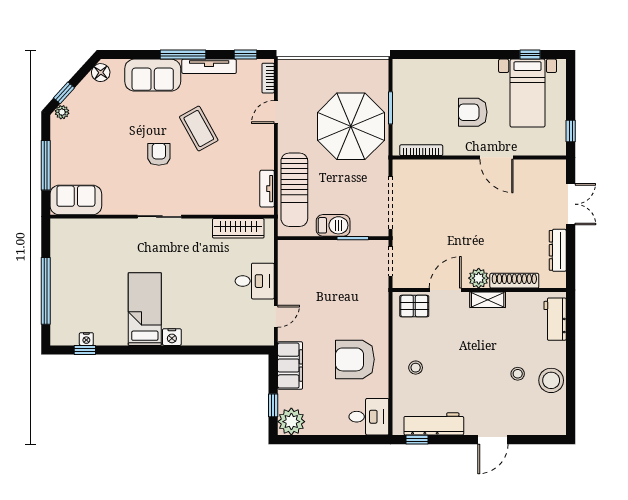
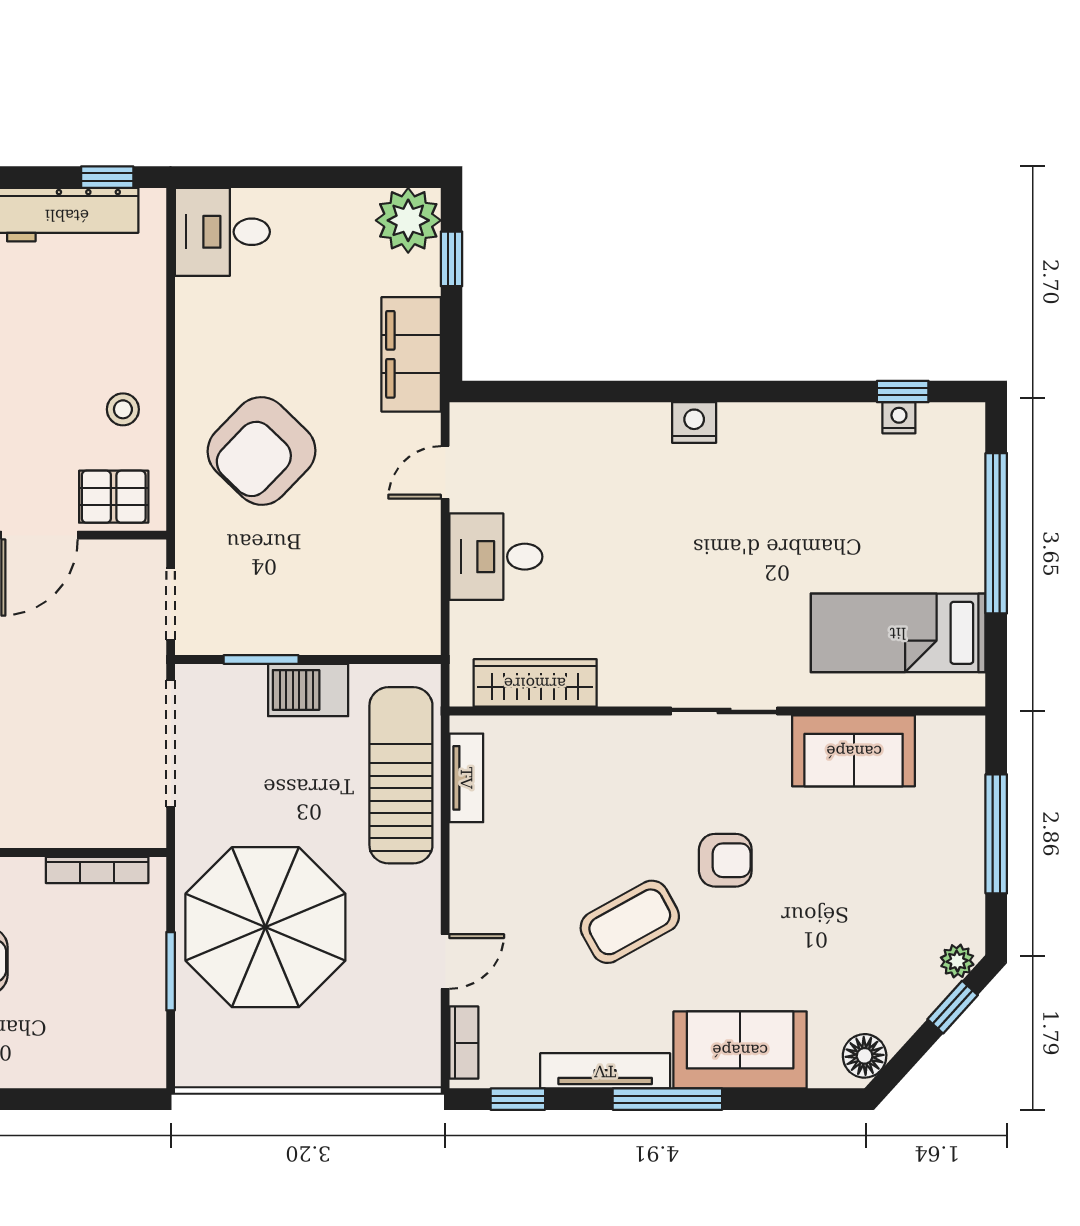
coffee table: (199, 129) -> (630, 922), turned 90
armchair: (159, 154) -> (725, 860), turned -90
sofa: (76, 200) -> (854, 751), moved
bed: (145, 309) -> (898, 633), moved, turned 90
armchair: (355, 359) -> (262, 451), moved, turned 134
stool: (416, 368) -> (123, 409), moved

